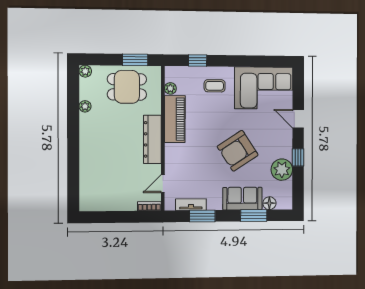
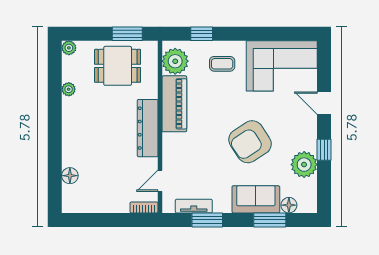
plant: (170, 88) -> (175, 61), width x1.88, depth x1.88
floor lamp: (86, 180) -> (70, 176), added

